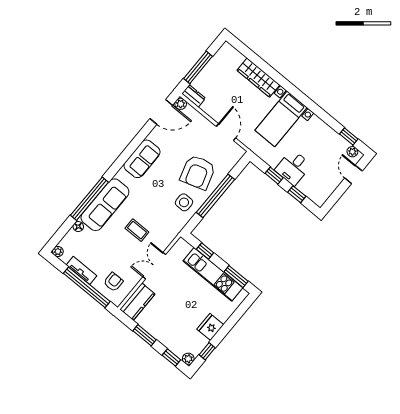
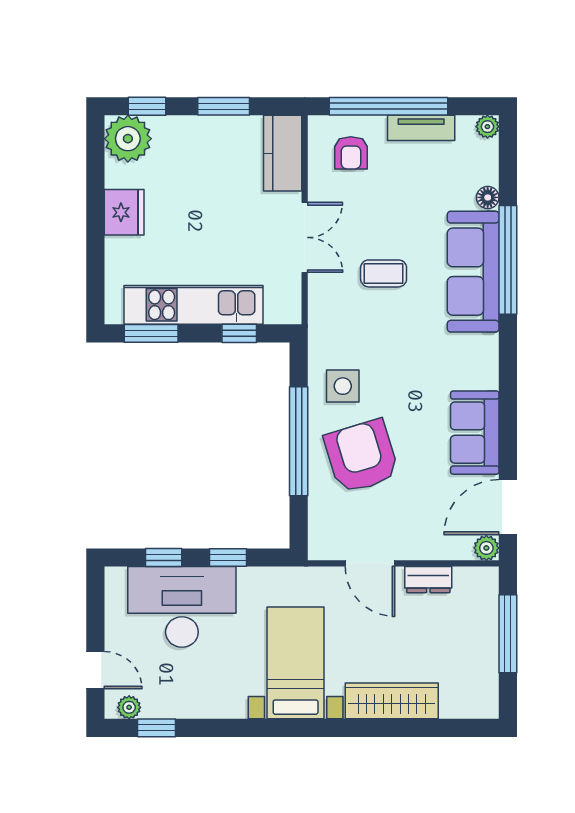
dresser: (194, 96) -> (428, 580), moved
sofa: (142, 159) -> (475, 433), moved
desk: (293, 168) -> (182, 607), width x1.87, depth x1.30
window: (207, 351) -> (95, 167), removed
plant: (188, 359) -> (128, 139), width x1.88, depth x1.88

